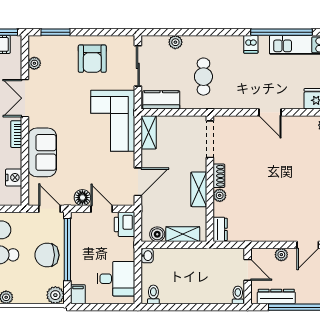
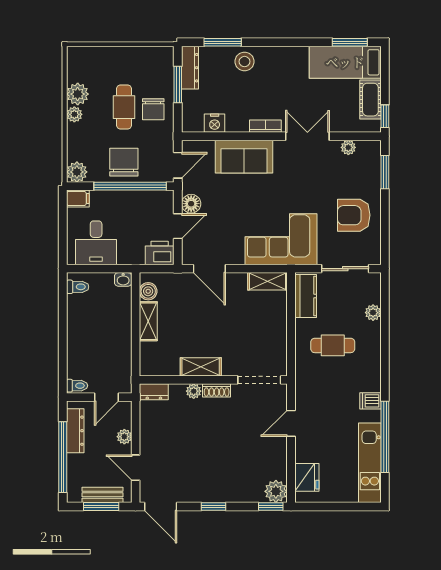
doorway: (210, 139) -> (259, 380), moved
shoe rack: (219, 176) -> (217, 390), moved
wall: (210, 179) -> (213, 380), moved
shelving: (199, 189) -> (201, 367), moved
plant: (220, 195) -> (194, 391), moved
dresser: (220, 229) -> (154, 392), moved

